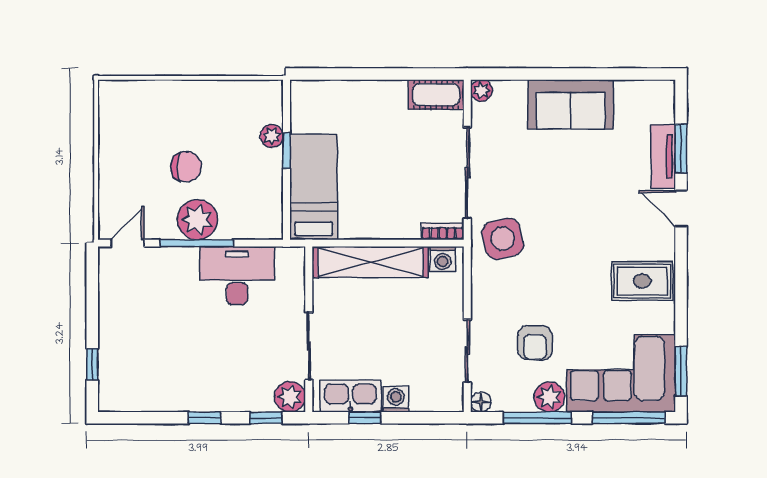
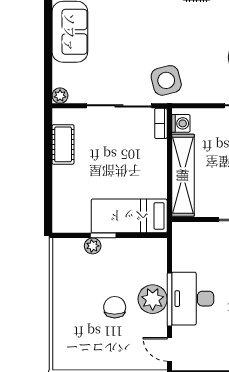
cot: (436, 95) -> (63, 144), moved
desk: (237, 276) -> (193, 299), moved

